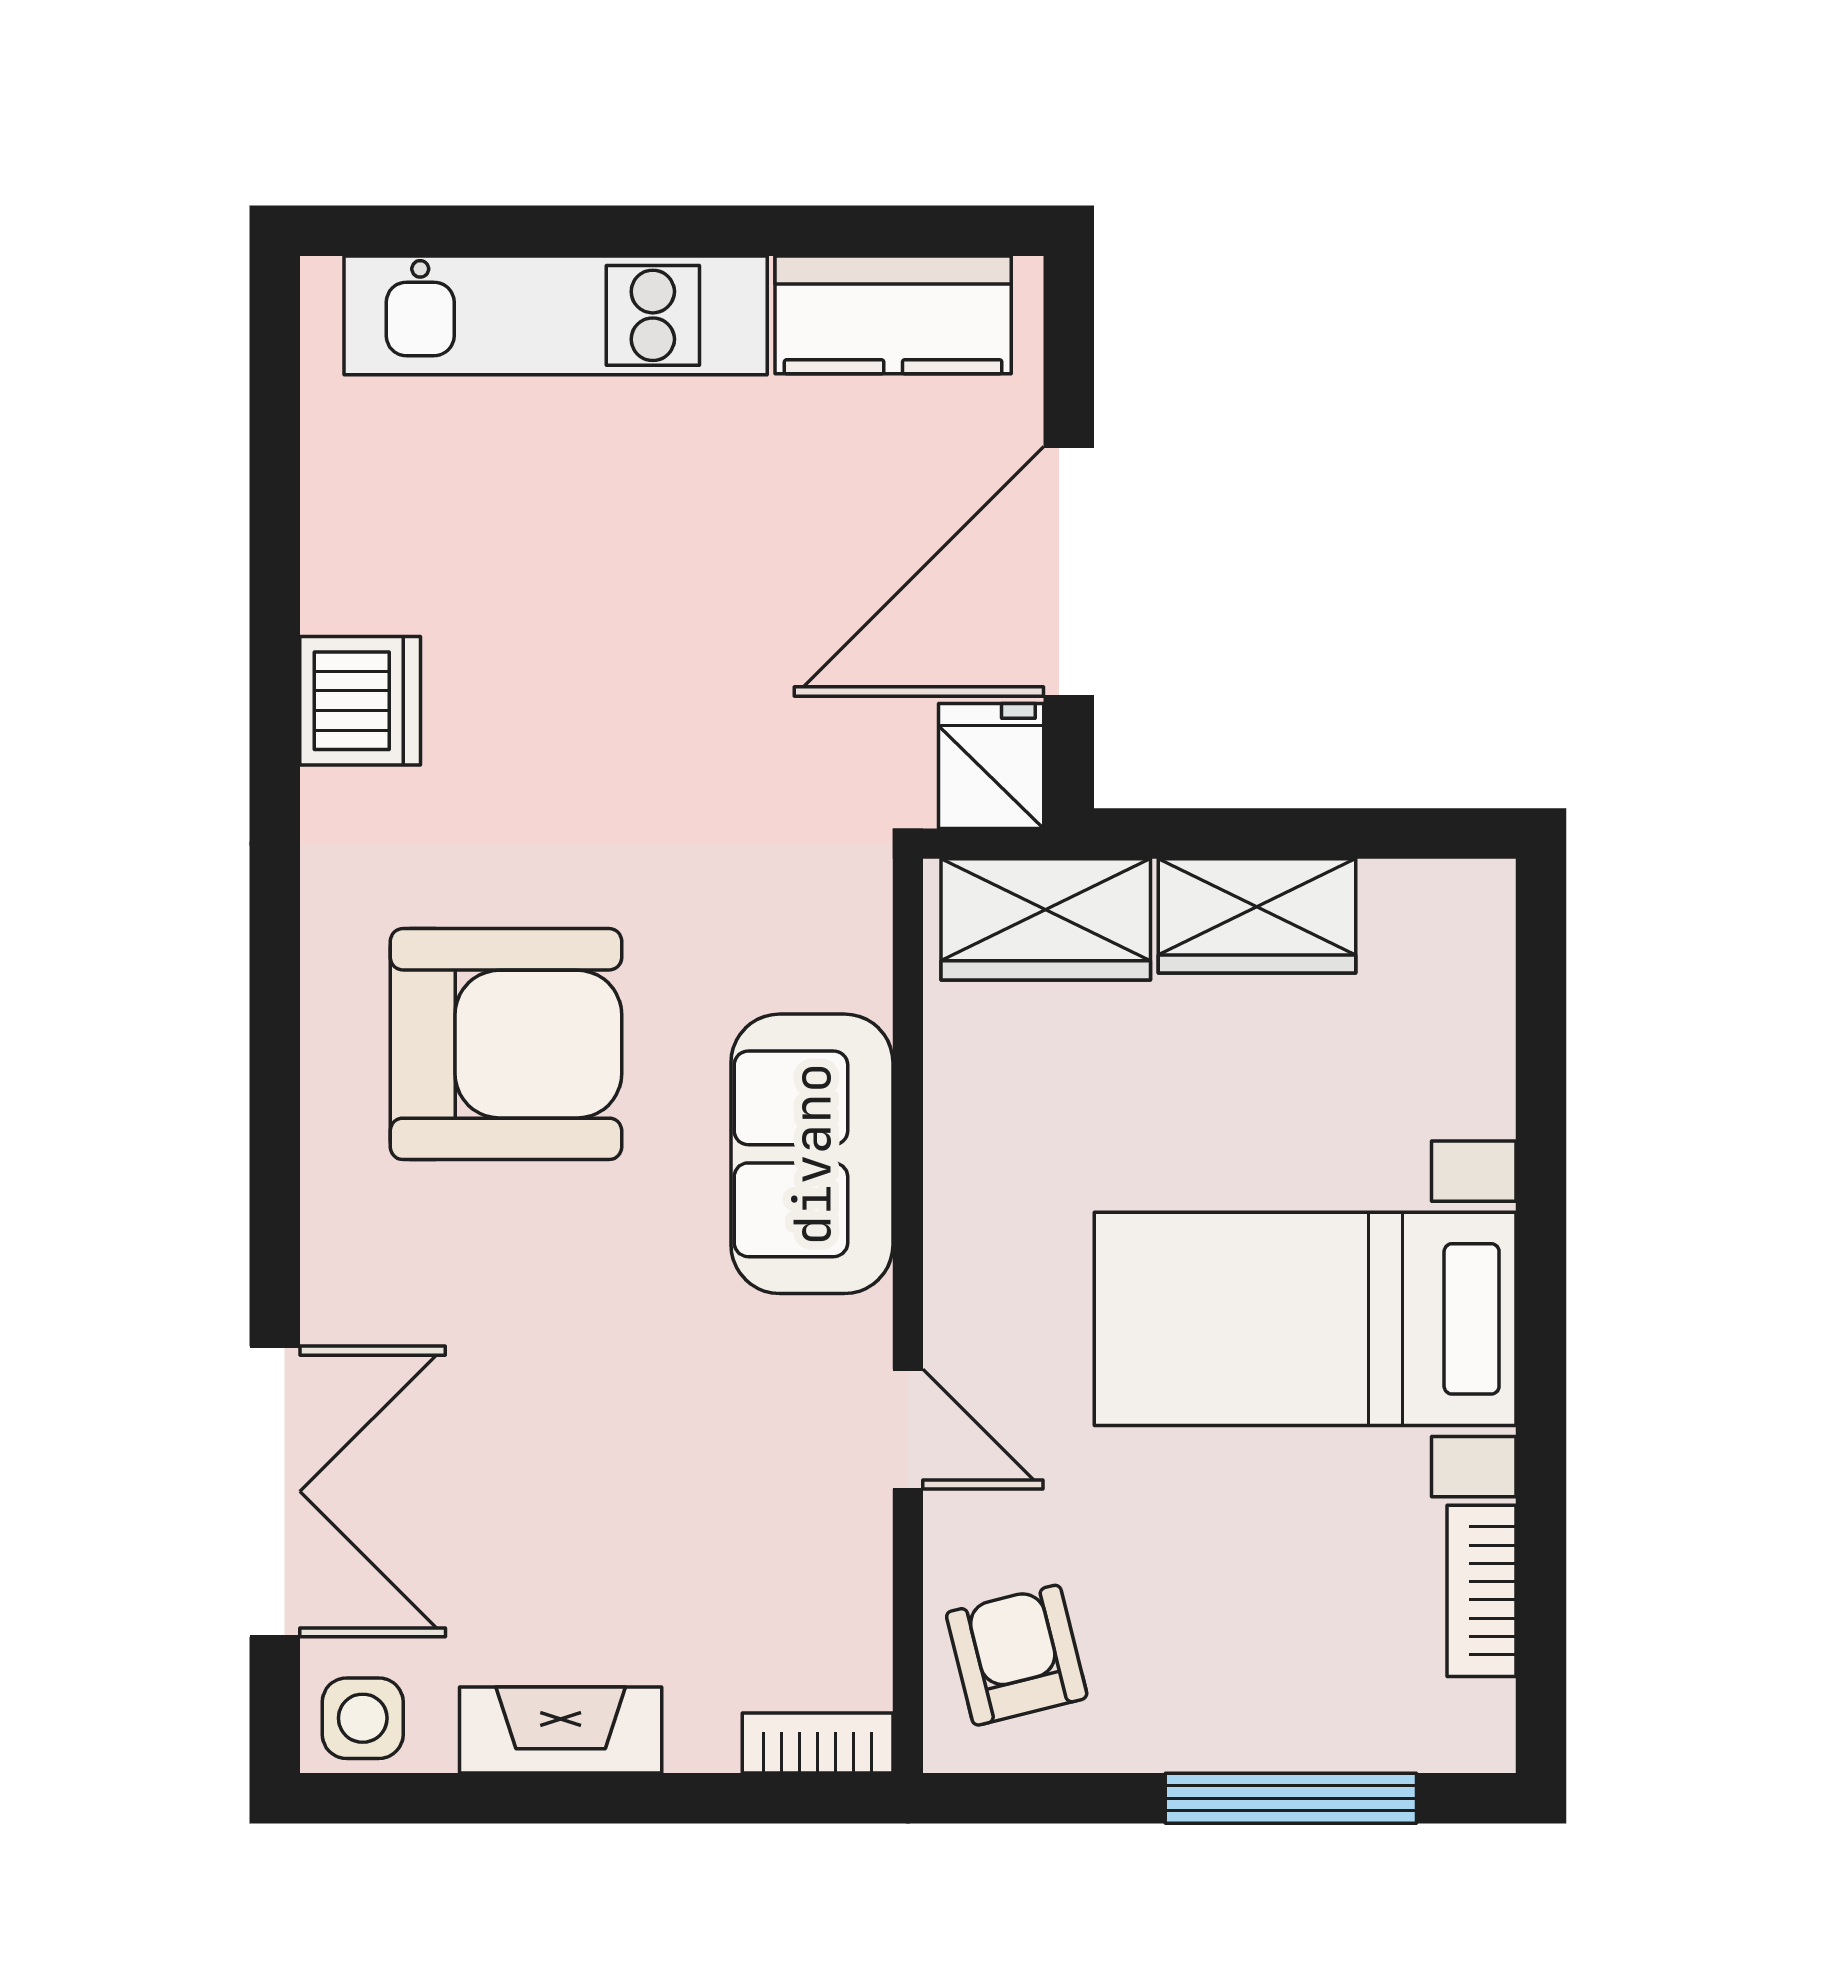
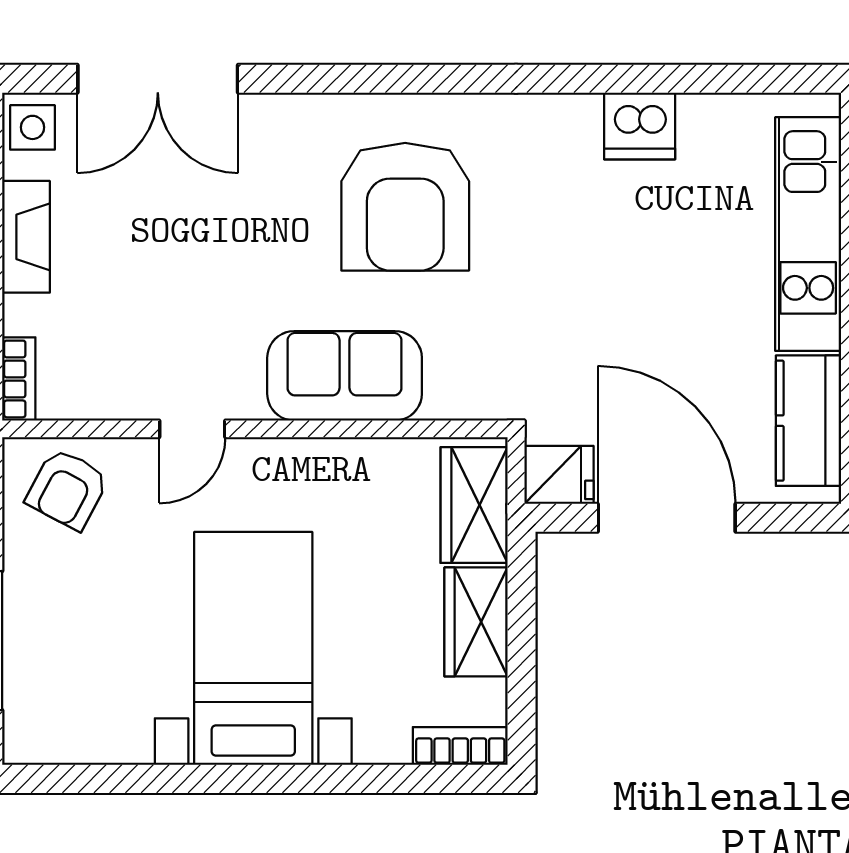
dishwasher: (360, 701) -> (640, 126), moved
bookcase: (1482, 1591) -> (460, 746), moved
armchair: (1017, 1655) -> (67, 489), turned 132

